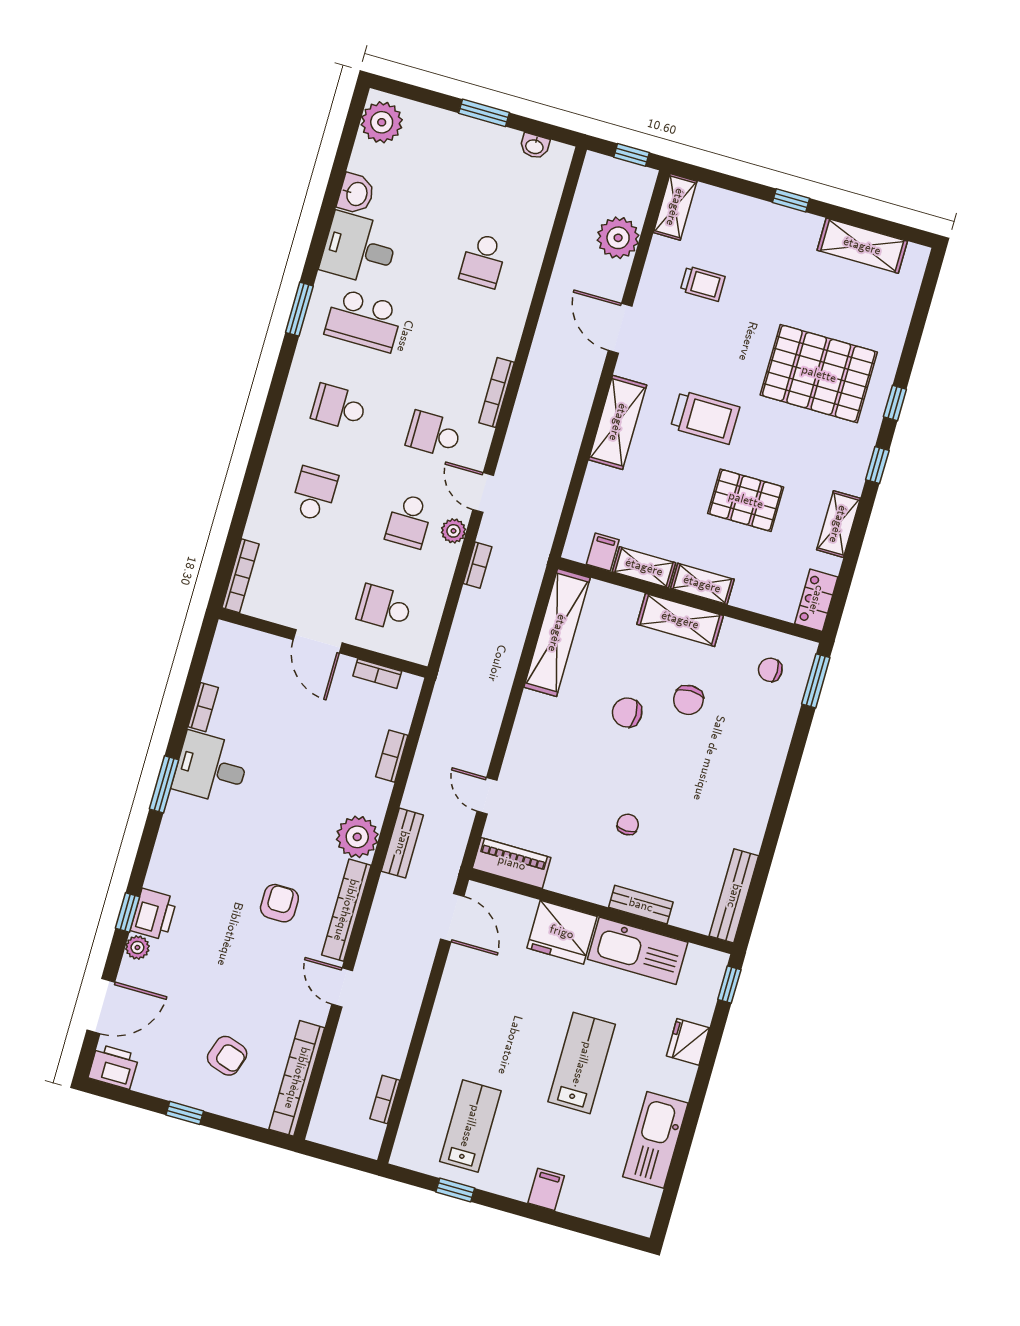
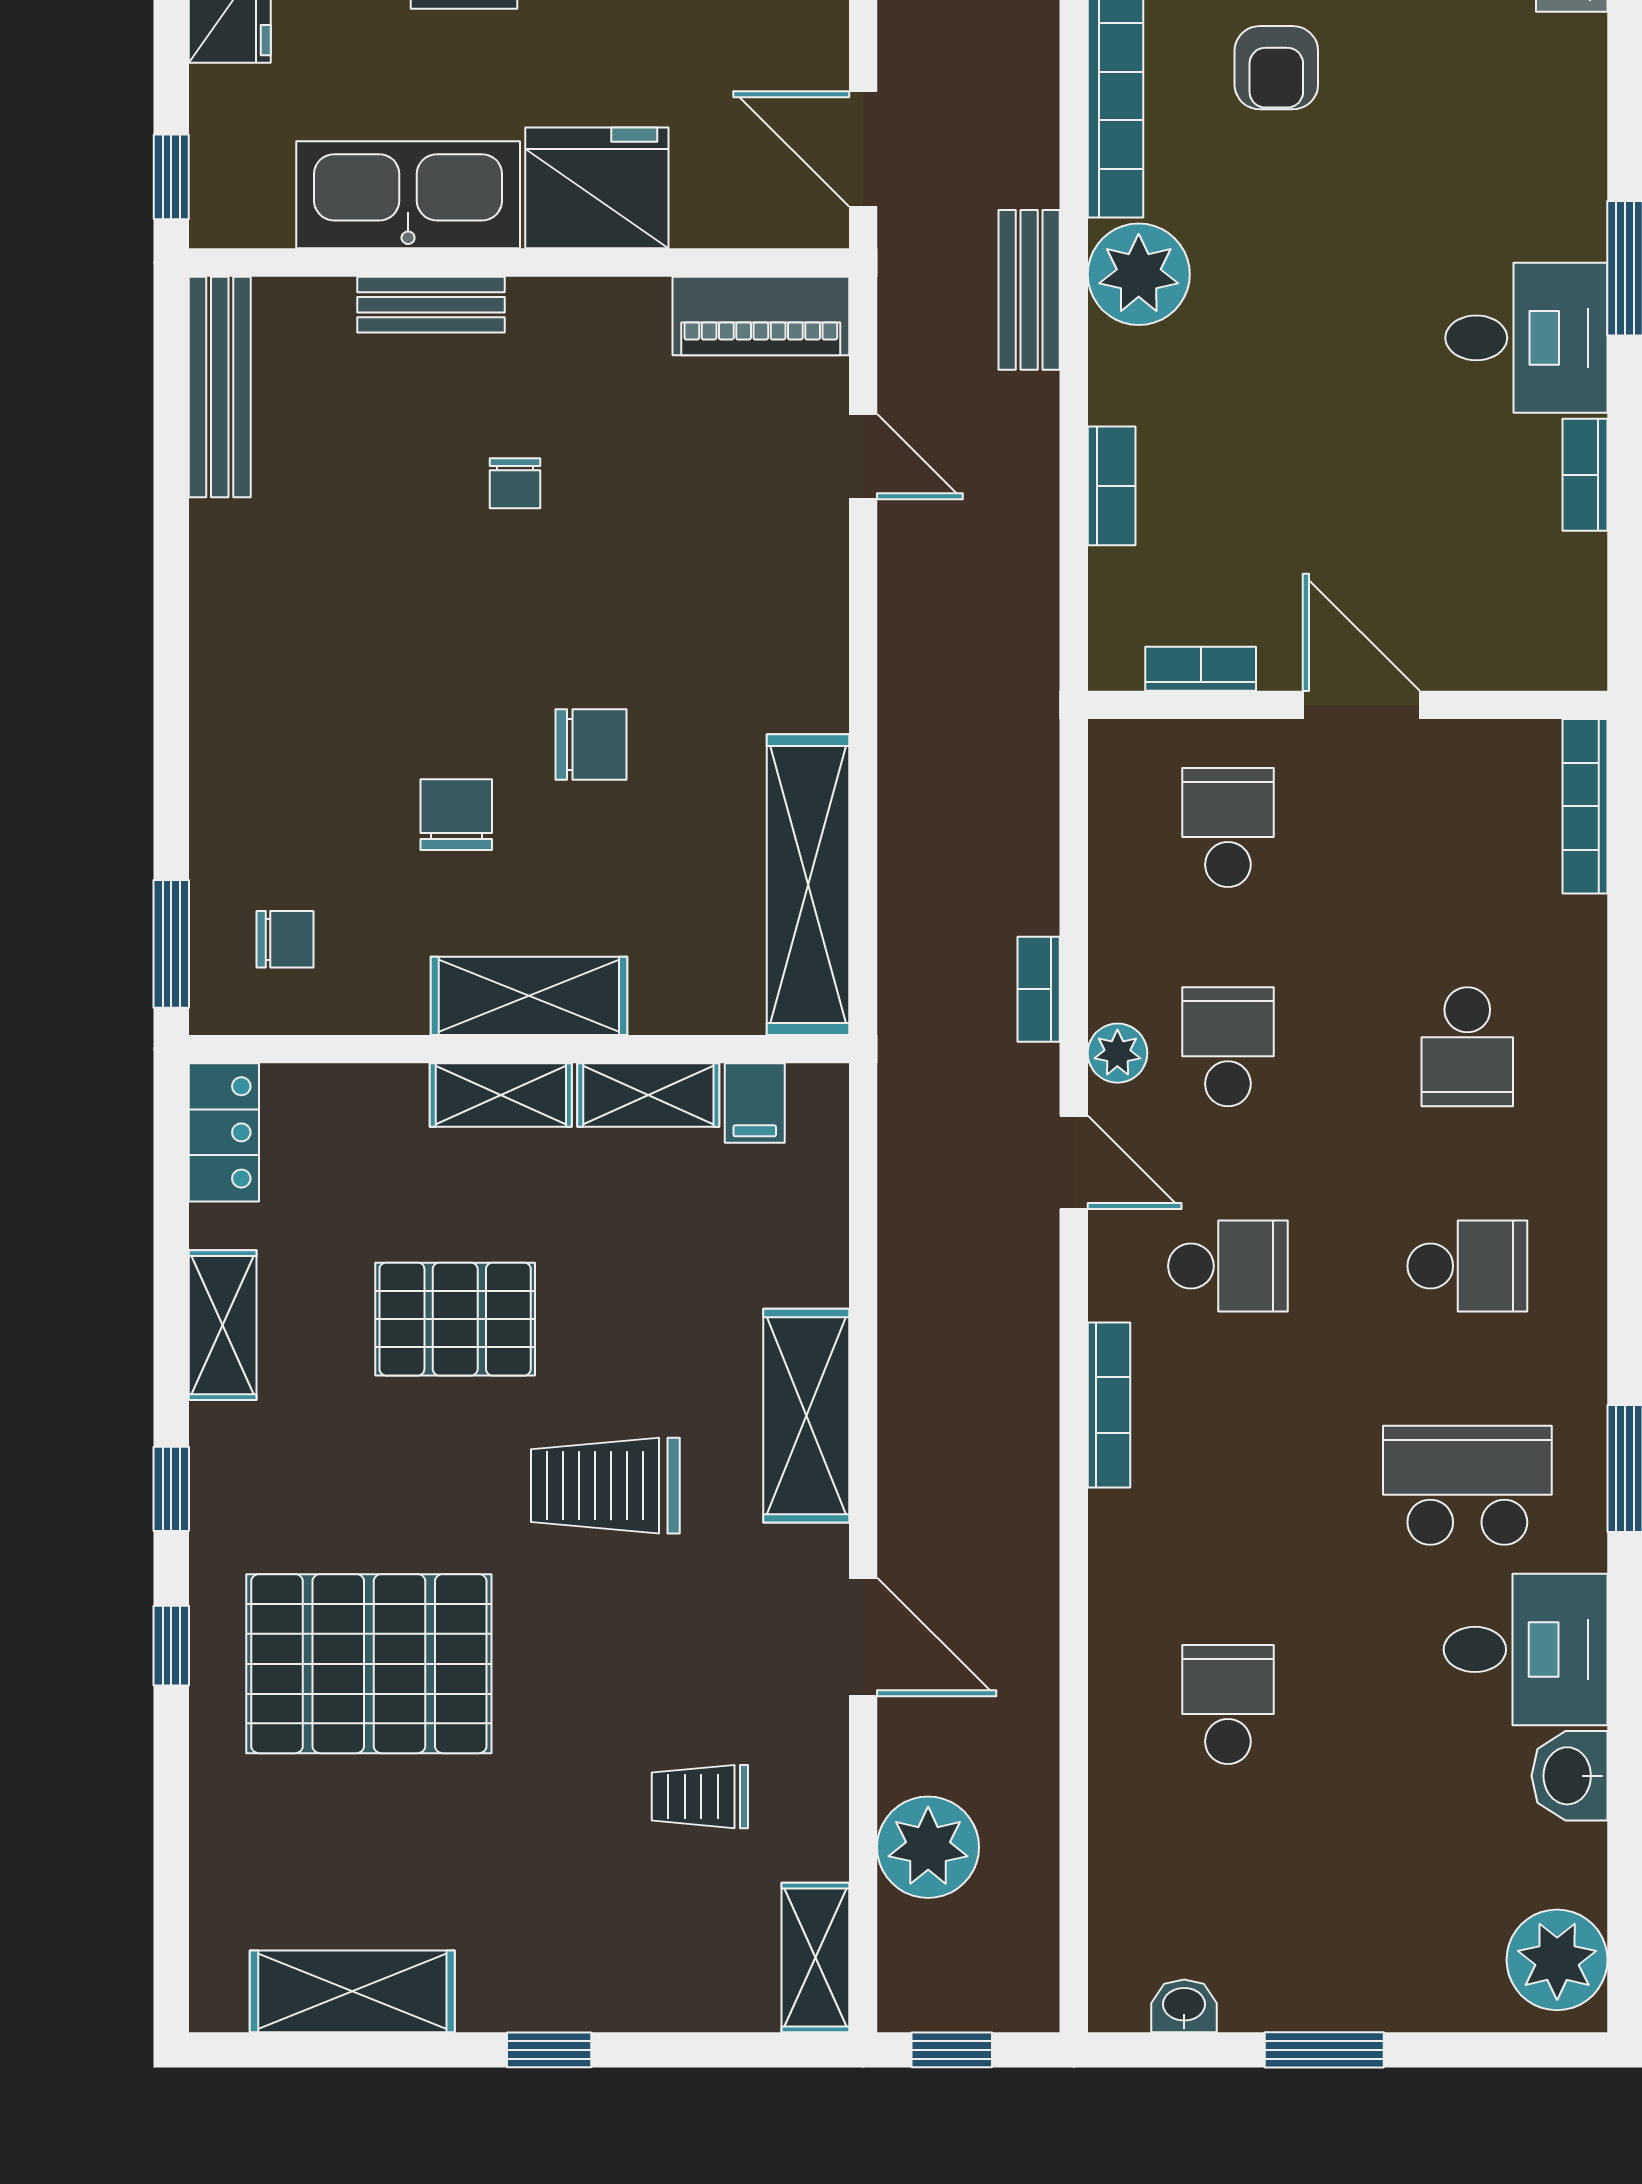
school desk: (384, 608) -> (1228, 828), turned -90

